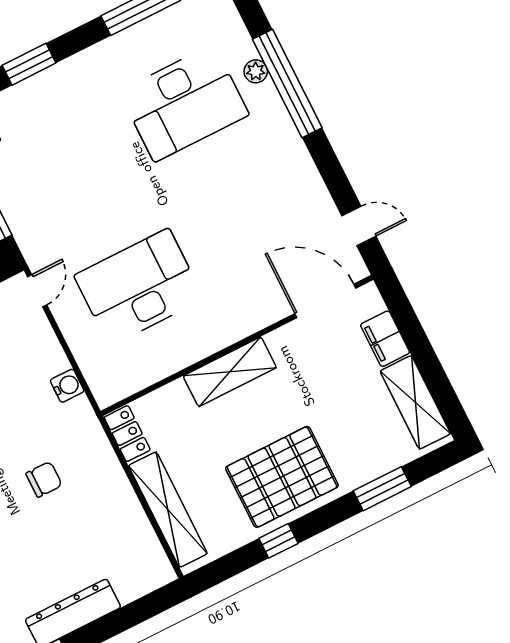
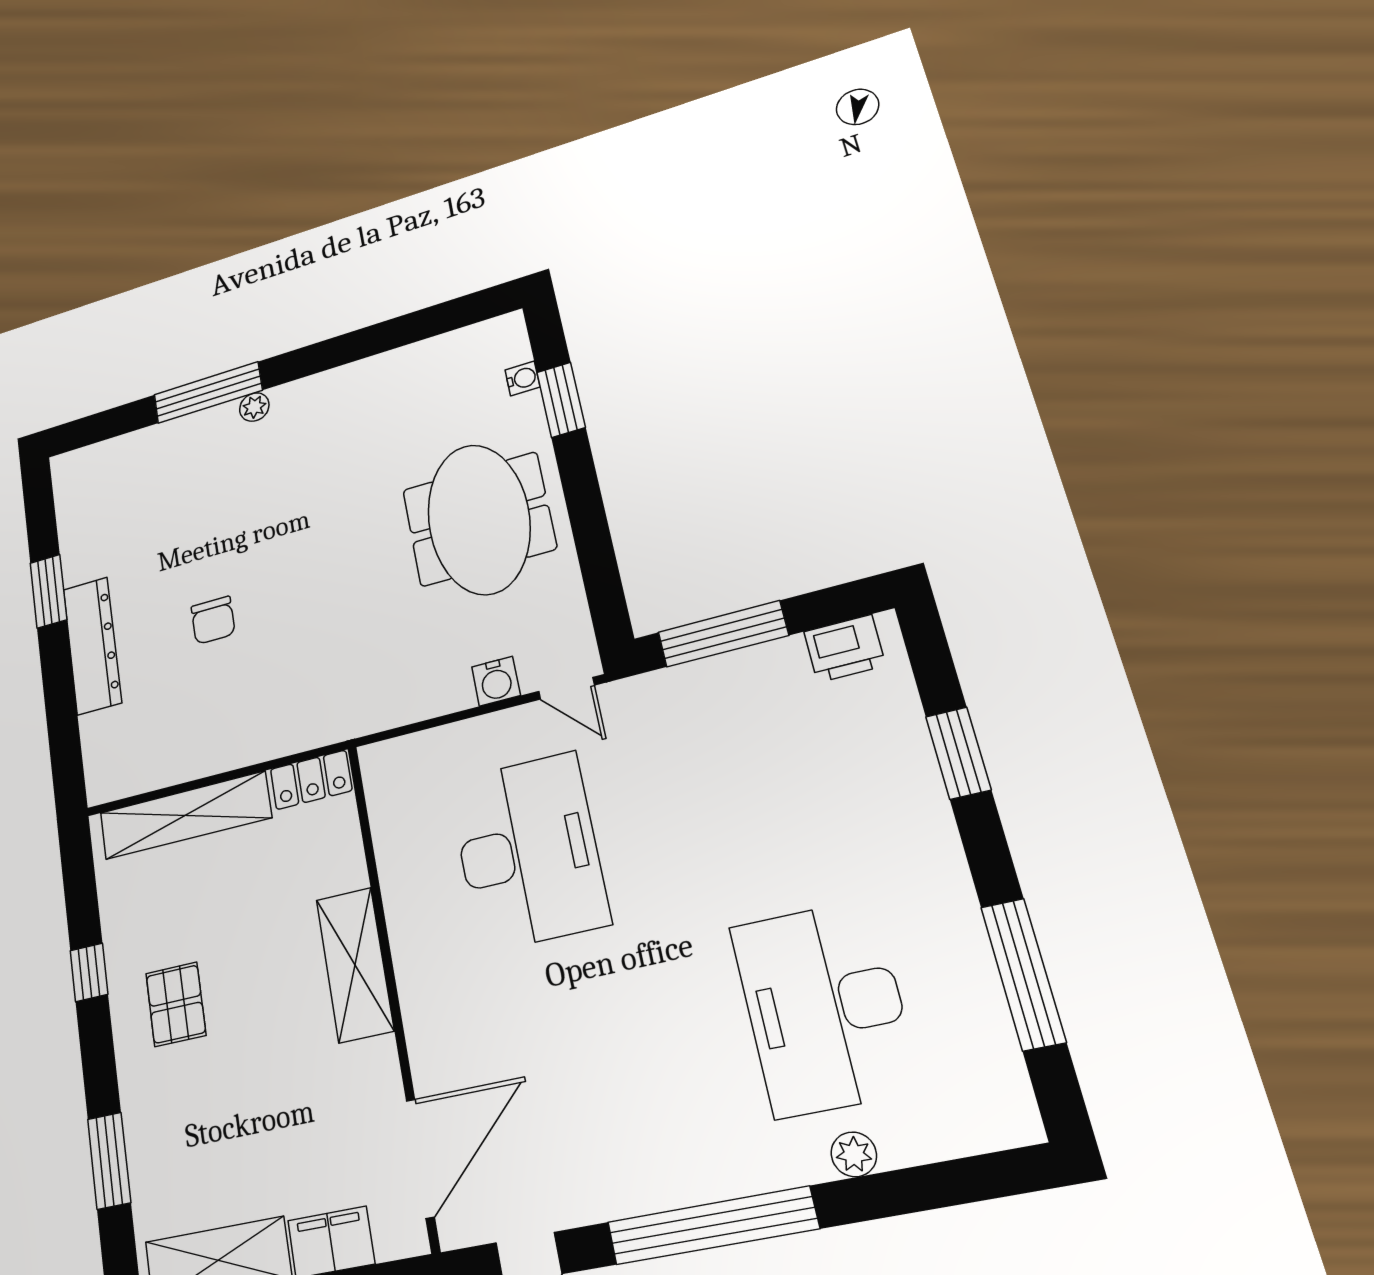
window: (287, 84) -> (712, 1225), moved
water cooler: (67, 386) -> (496, 681), moved
pallet: (282, 477) -> (176, 1004), width x0.49, depth x0.50
chair: (44, 479) -> (213, 620), moved

